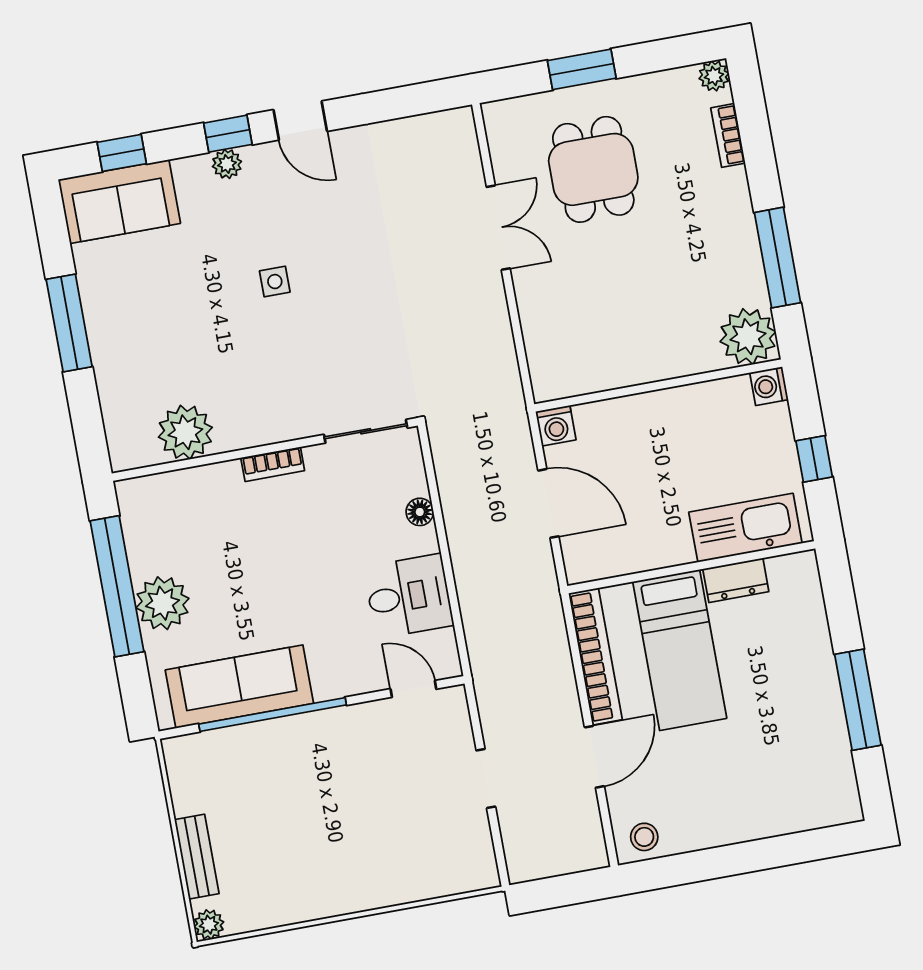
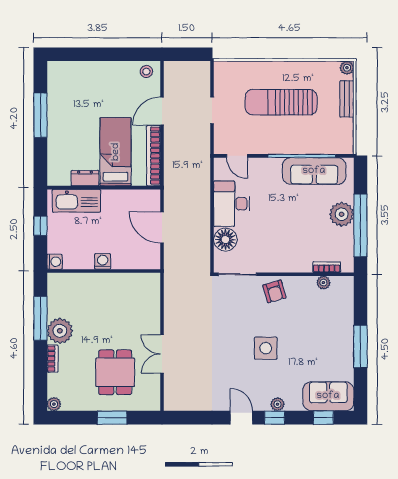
bookcase: (728, 135) -> (53, 359), moved
side table: (275, 282) -> (266, 348), width x1.87, depth x1.87
plant: (748, 337) -> (60, 331), moved
armchair: (278, 408) -> (274, 291), added
washing machine: (556, 426) -> (103, 261), moved
plant: (185, 432) -> (323, 283), width x0.53, depth x0.53
bookcase: (273, 464) -> (327, 267), moved
floor lamp: (420, 512) -> (225, 240), width x1.89, depth x1.89
desk: (409, 596) -> (232, 204), width x1.37
sun lounger: (339, 823) -> (281, 102), added

